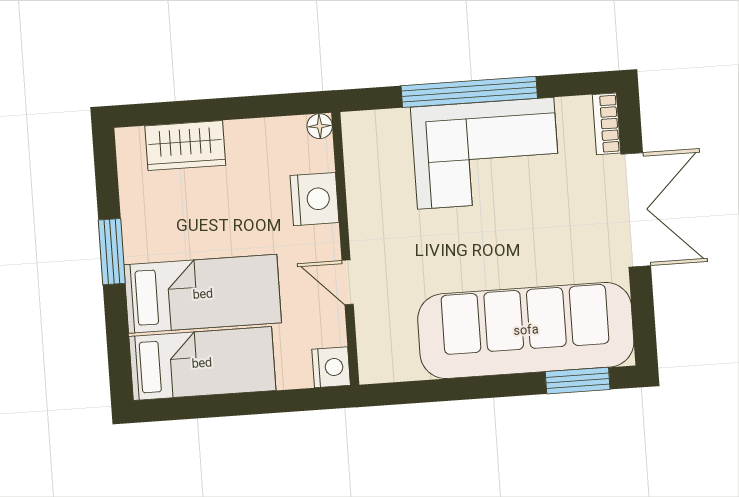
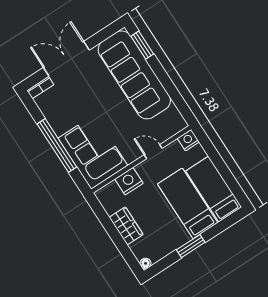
floor lamp: (320, 126) -> (145, 263), moved
wardrobe: (185, 146) -> (126, 226), moved
corner sofa: (486, 153) -> (93, 152), moved
door: (348, 282) -> (153, 152), swing flipped

